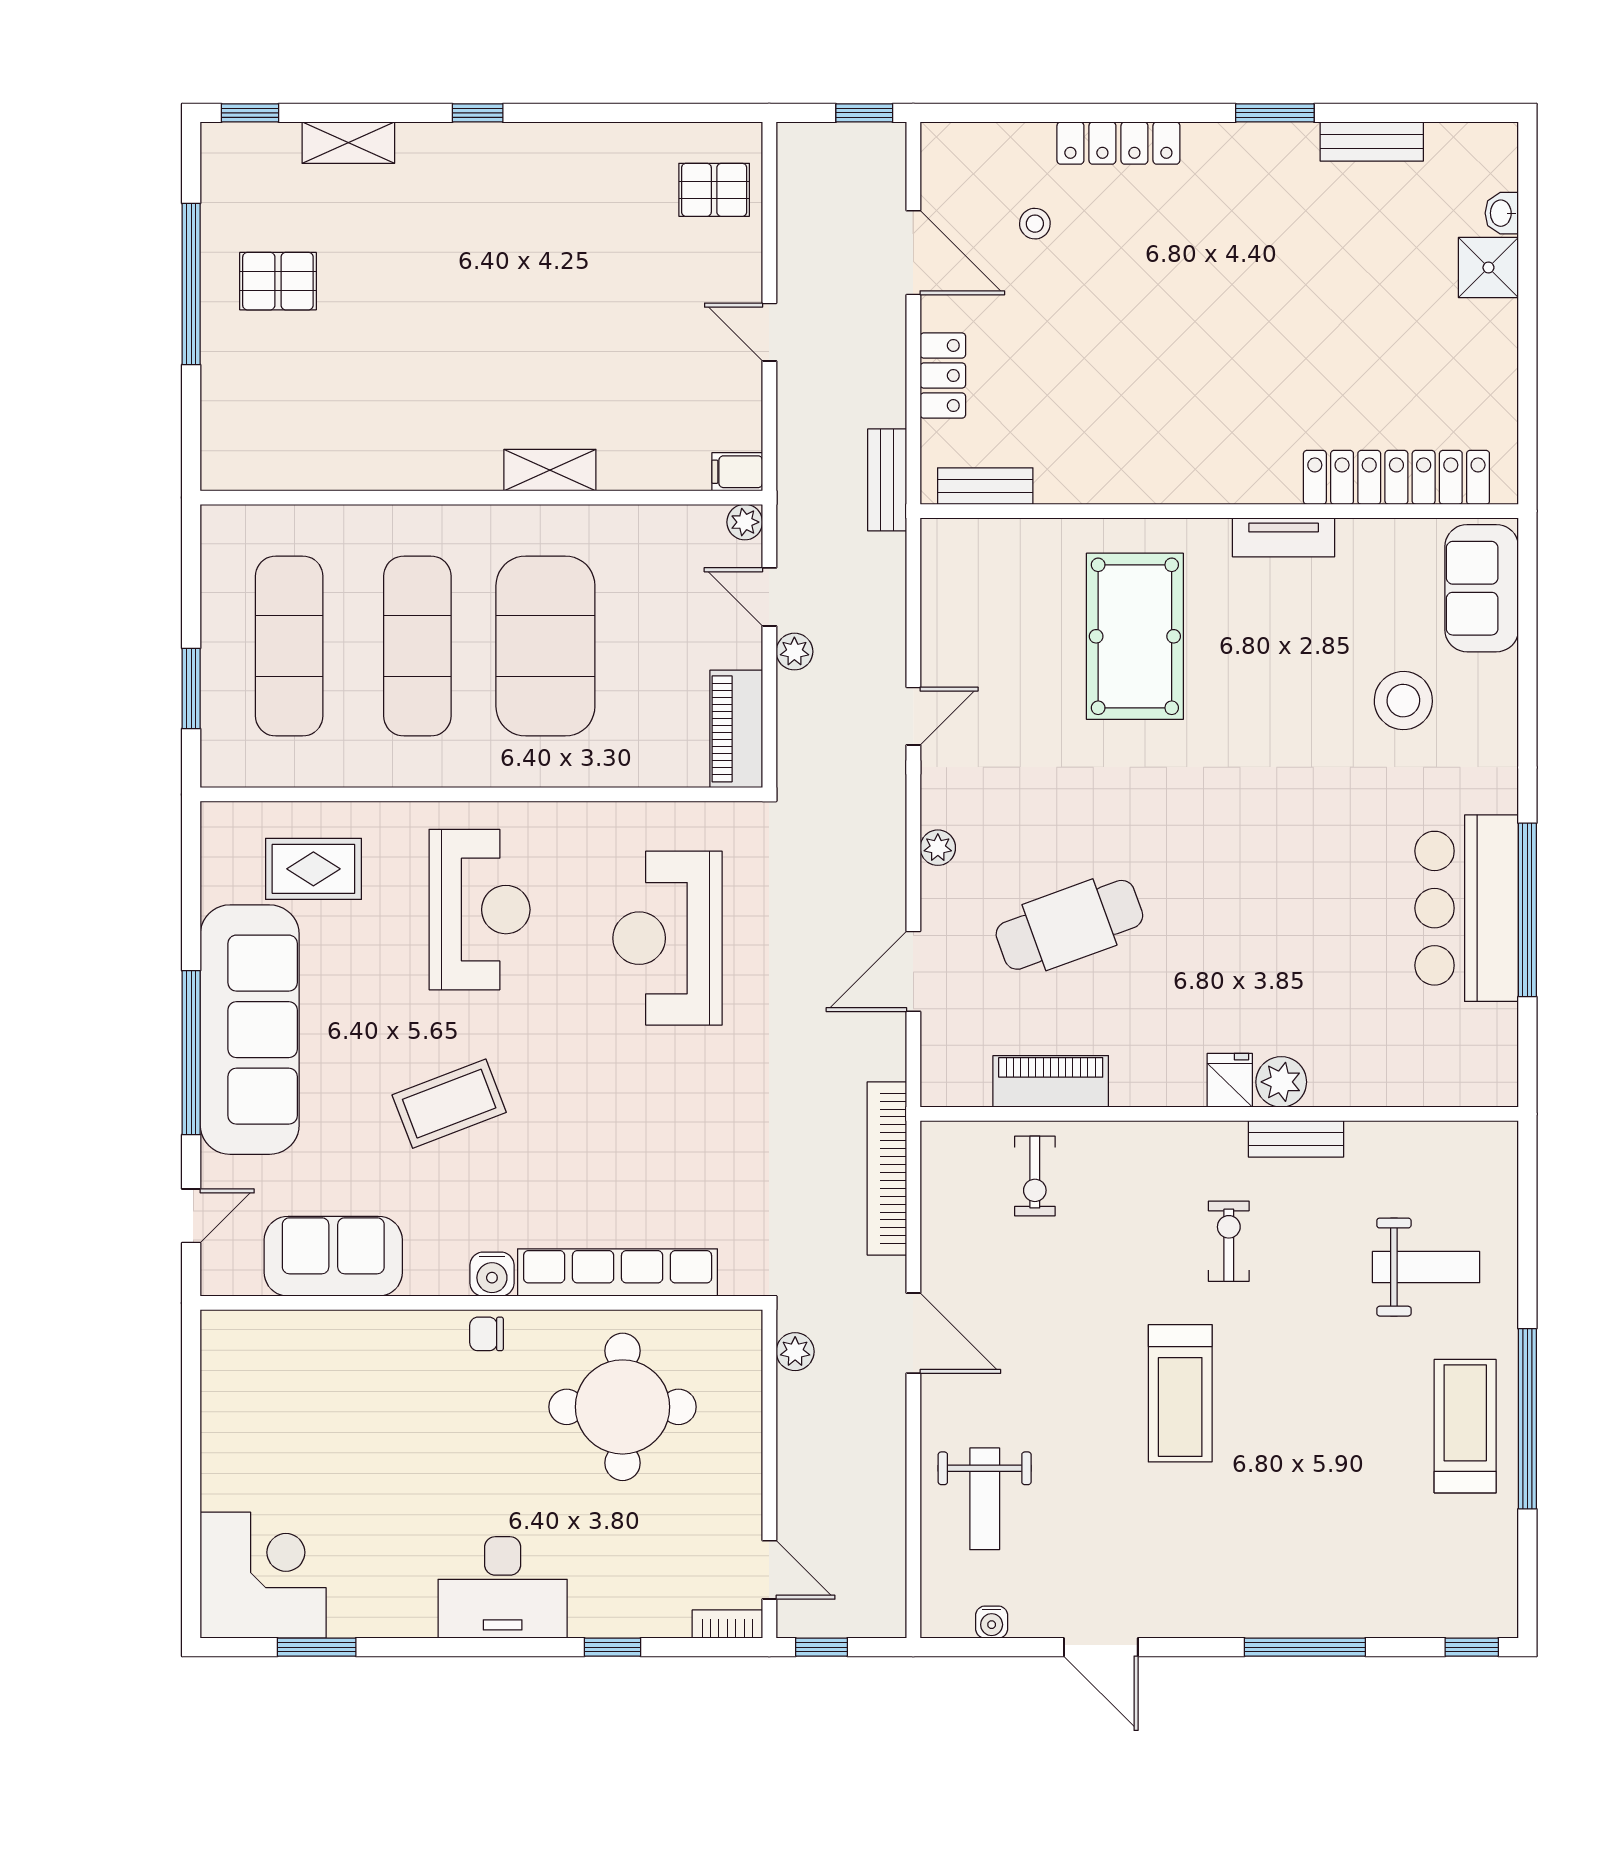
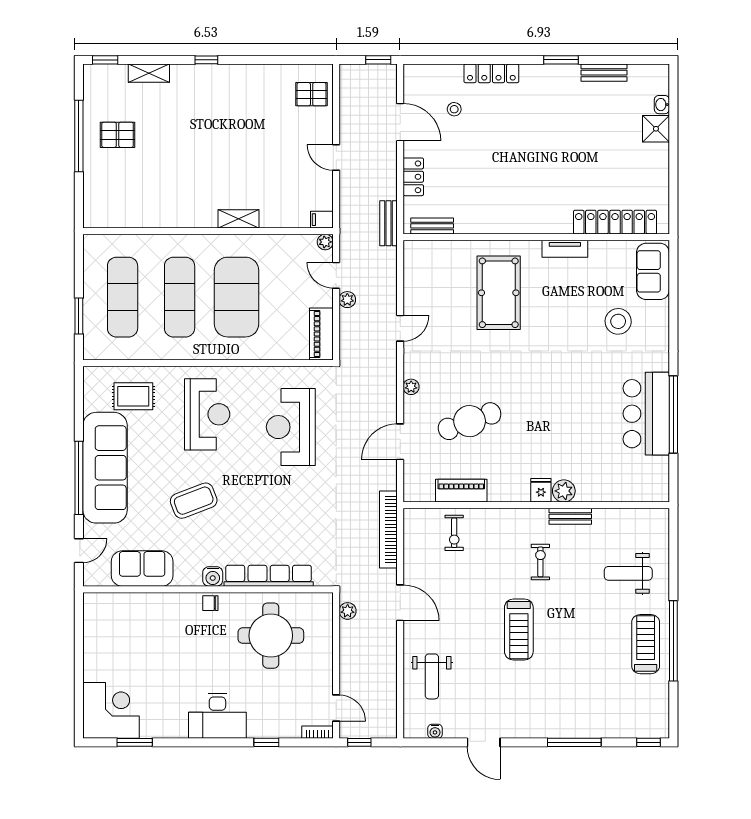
weight bench: (1426, 1267) -> (628, 573), turned 180

